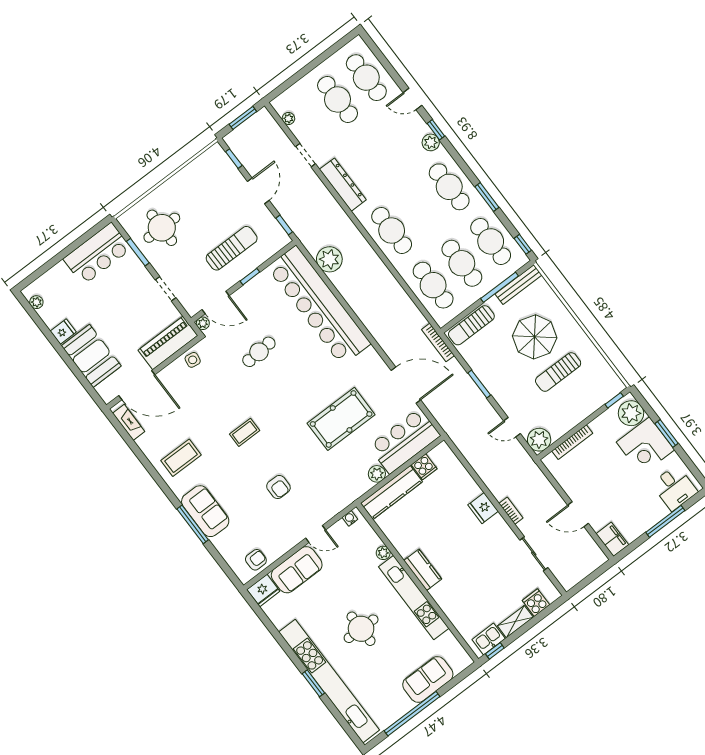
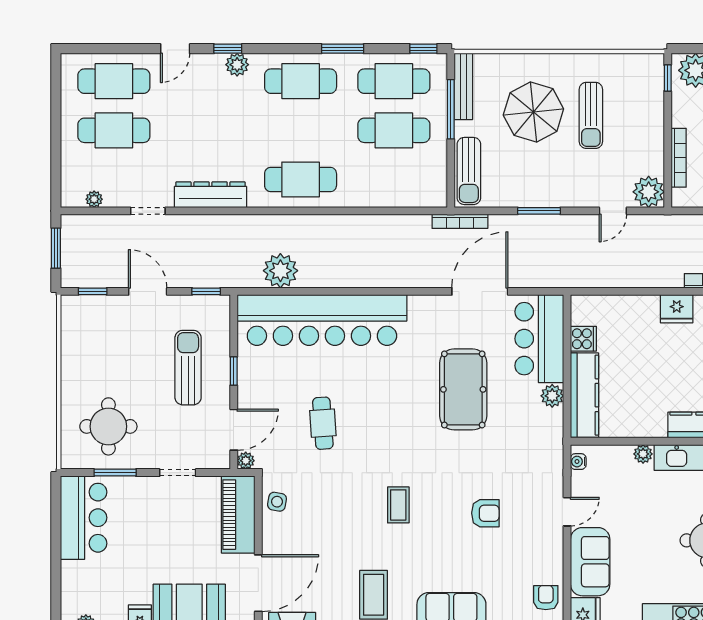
cafe table: (433, 285) -> (394, 180), removed

